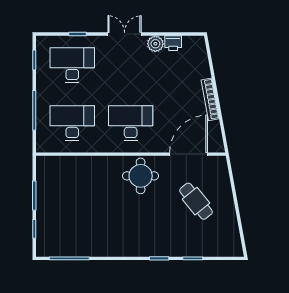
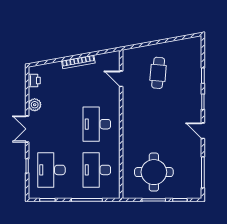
printer: (173, 43) -> (34, 80), moved
door: (189, 154) -> (121, 79), width x0.53
round table: (141, 176) -> (154, 172), moved, width x1.36, depth x1.36
cafe table: (196, 201) -> (158, 73), turned -46
door: (122, 258) -> (203, 131), added

